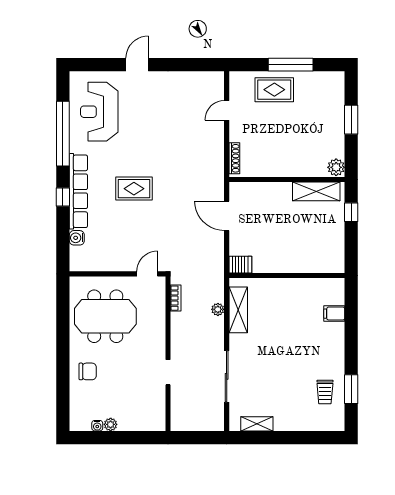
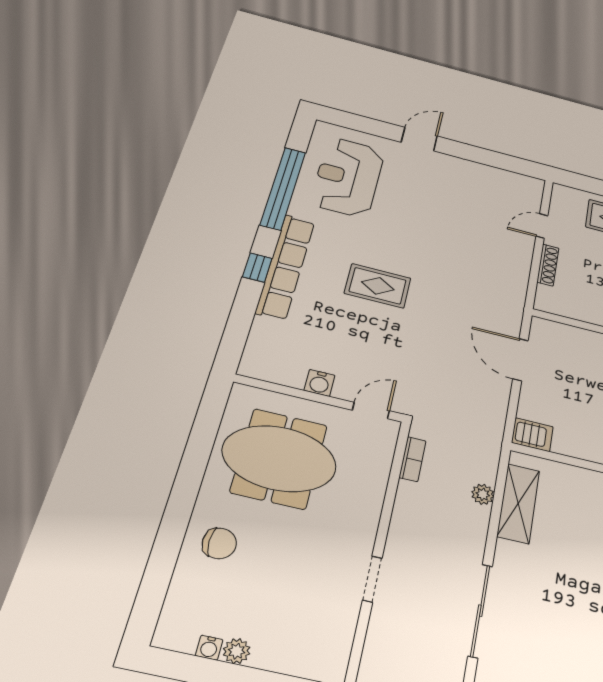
shoe rack: (234, 158) -> (548, 265), moved
water cooler: (77, 238) -> (320, 383), moved, turned -90

